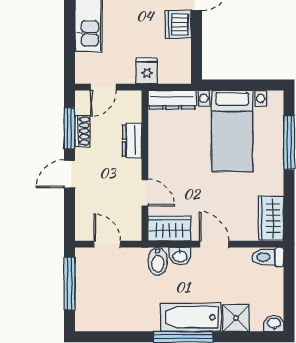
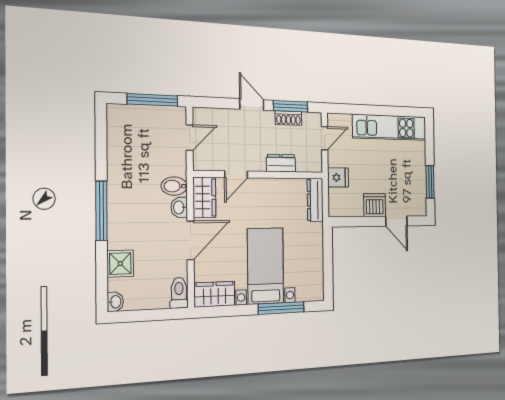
door: (103, 87) -> (325, 138), swing flipped
bed with nightstands: (232, 131) -> (265, 266), moved, turned 90
door: (214, 244) -> (190, 240), width x1.38
bathtub: (191, 317) -> (121, 219), removed

